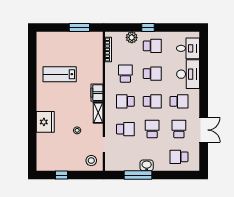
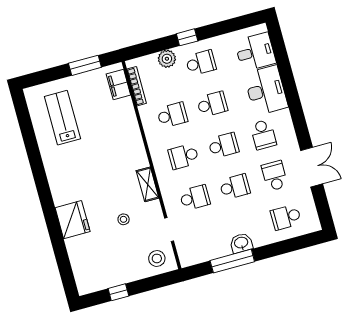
lab bench: (60, 74) -> (62, 118), moved, turned 90
school desk: (125, 74) -> (172, 115), turned 90
filing cabinet: (97, 93) -> (118, 85), moved
school desk: (179, 101) -> (263, 135), turned 90
school desk: (152, 129) -> (235, 187), turned 90

